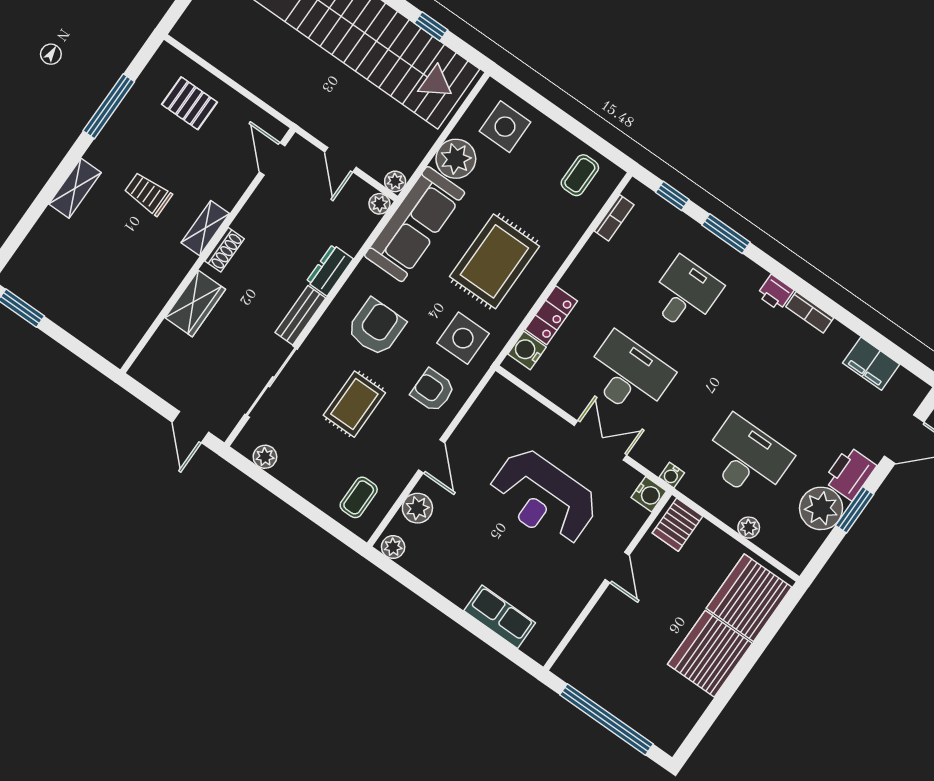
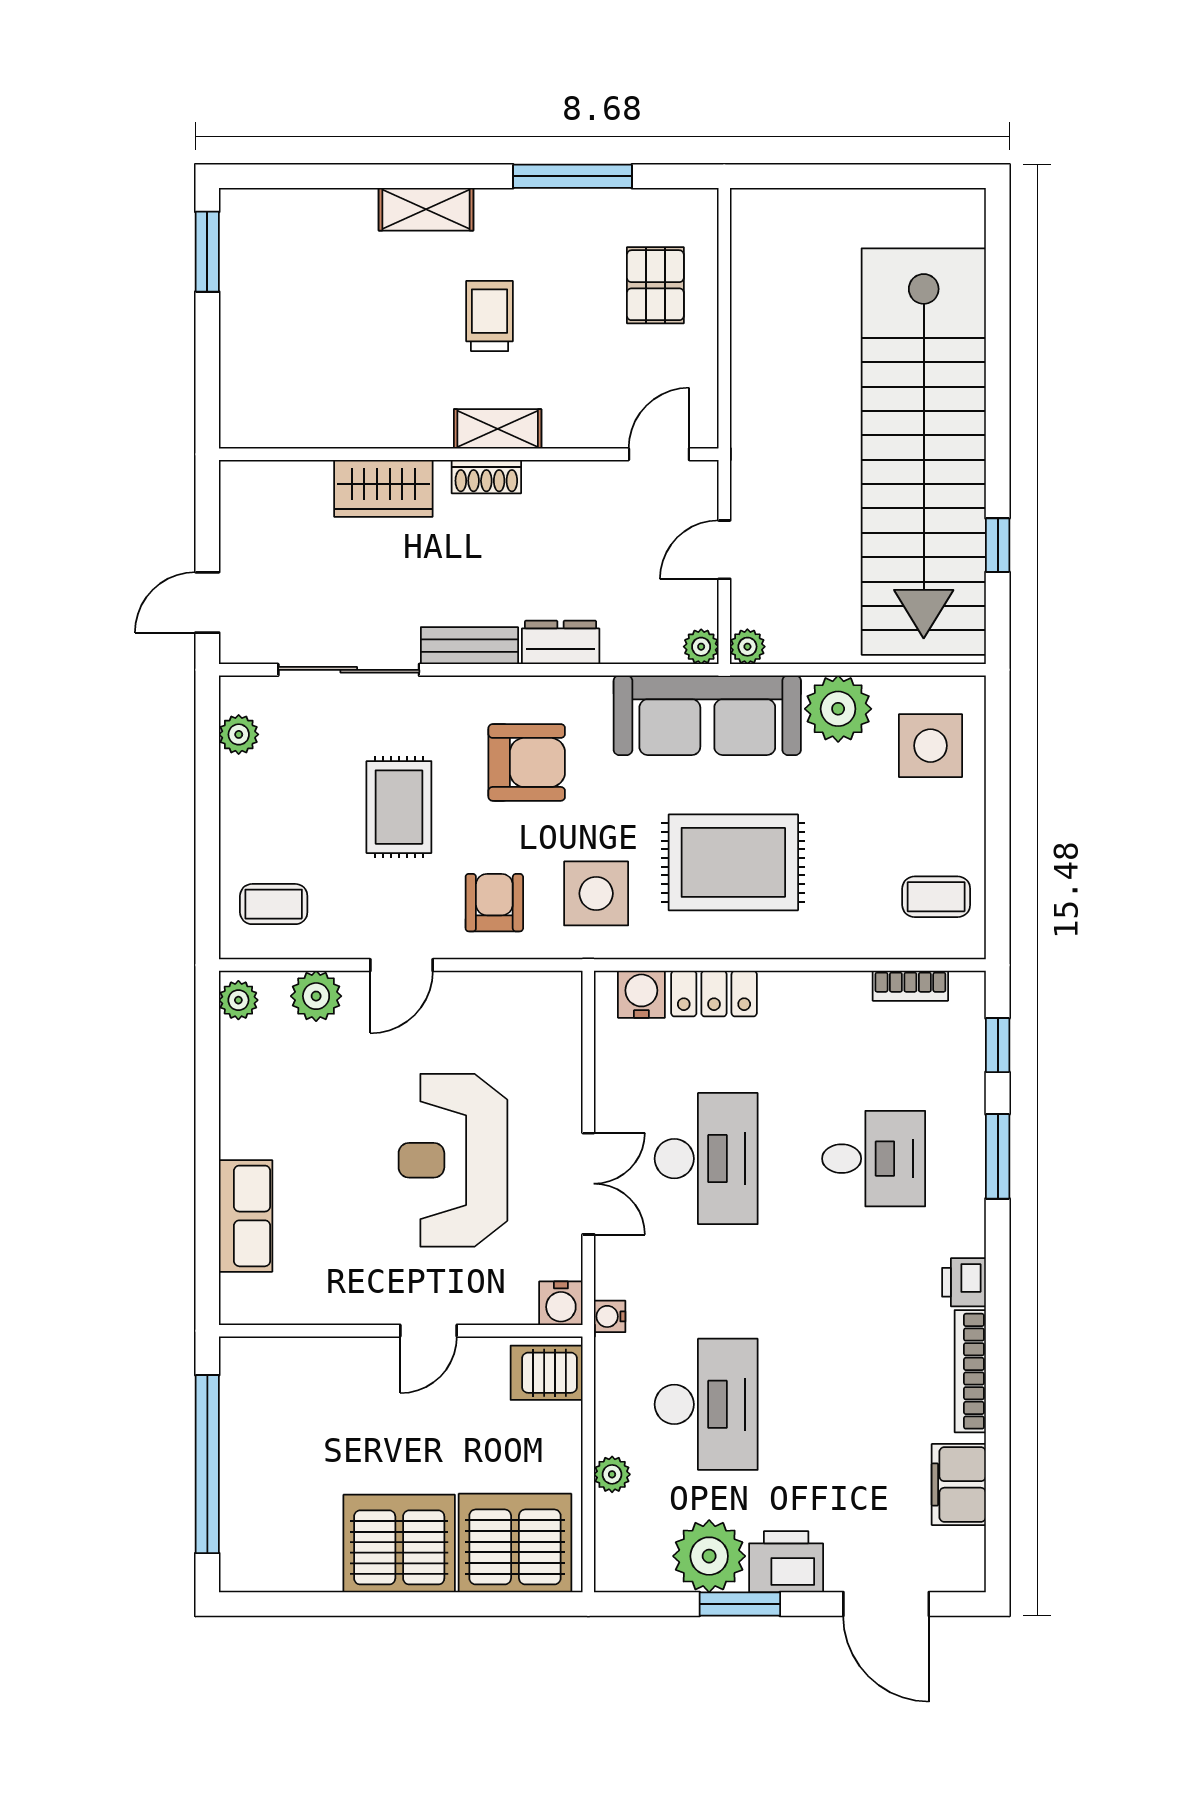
bookcase: (810, 312) -> (970, 1371), width x1.56
rug: (354, 404) -> (399, 807), turned 90

